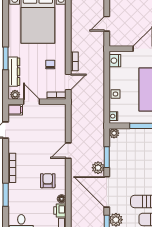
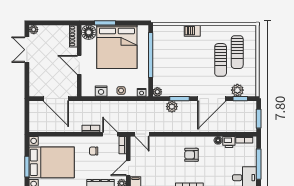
door: (107, 24) -> (56, 99), width x1.87
nightstand: (115, 61) -> (101, 91), moved
door: (68, 151) -> (142, 134), moved
plant: (98, 168) -> (172, 107), moved
armchair: (48, 181) -> (191, 155), moved

